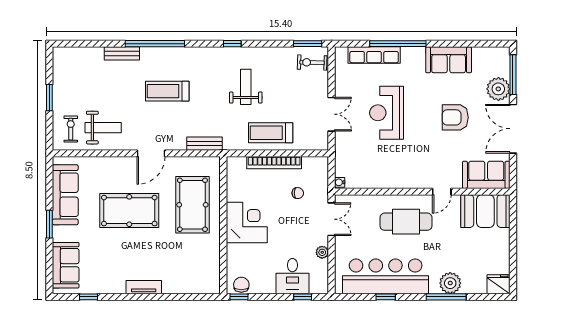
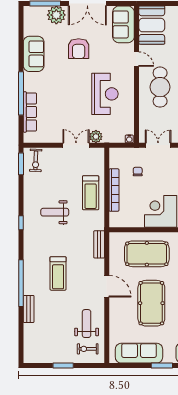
reception desk: (387, 113) -> (105, 94), moved, turned -90
plant: (343, 140) -> (96, 137), added

